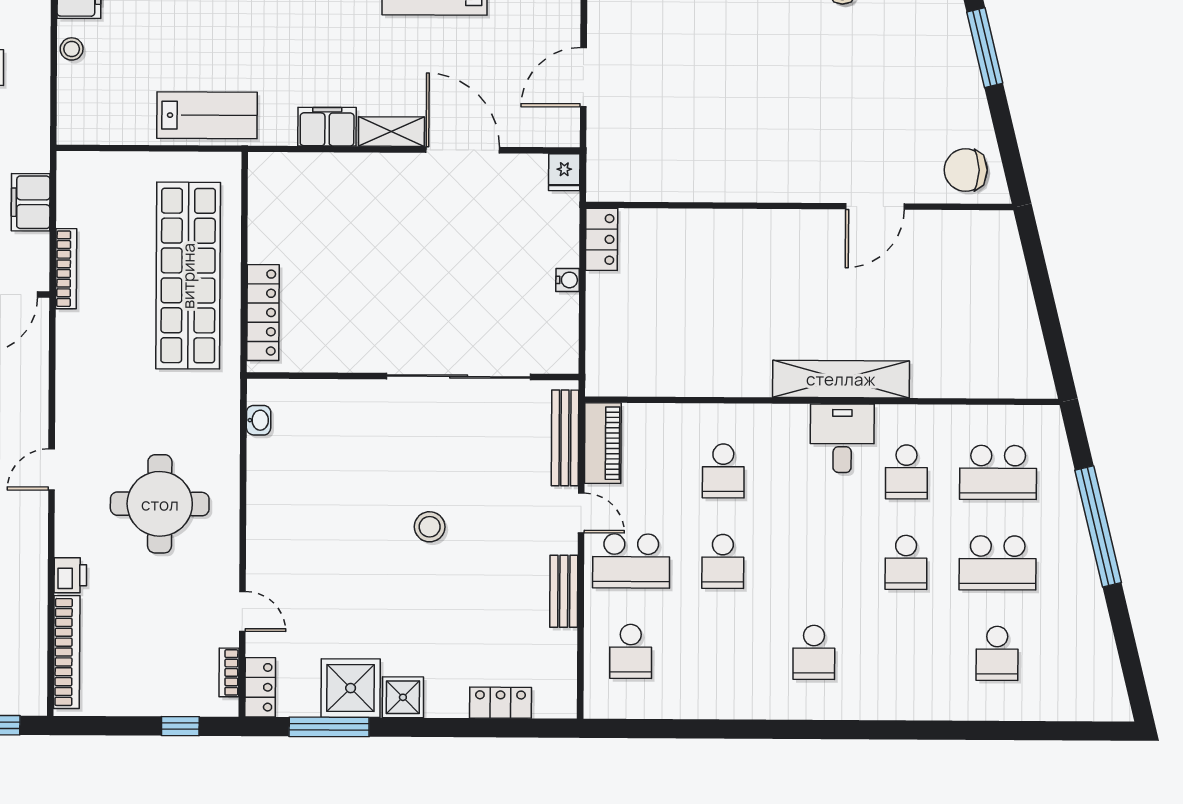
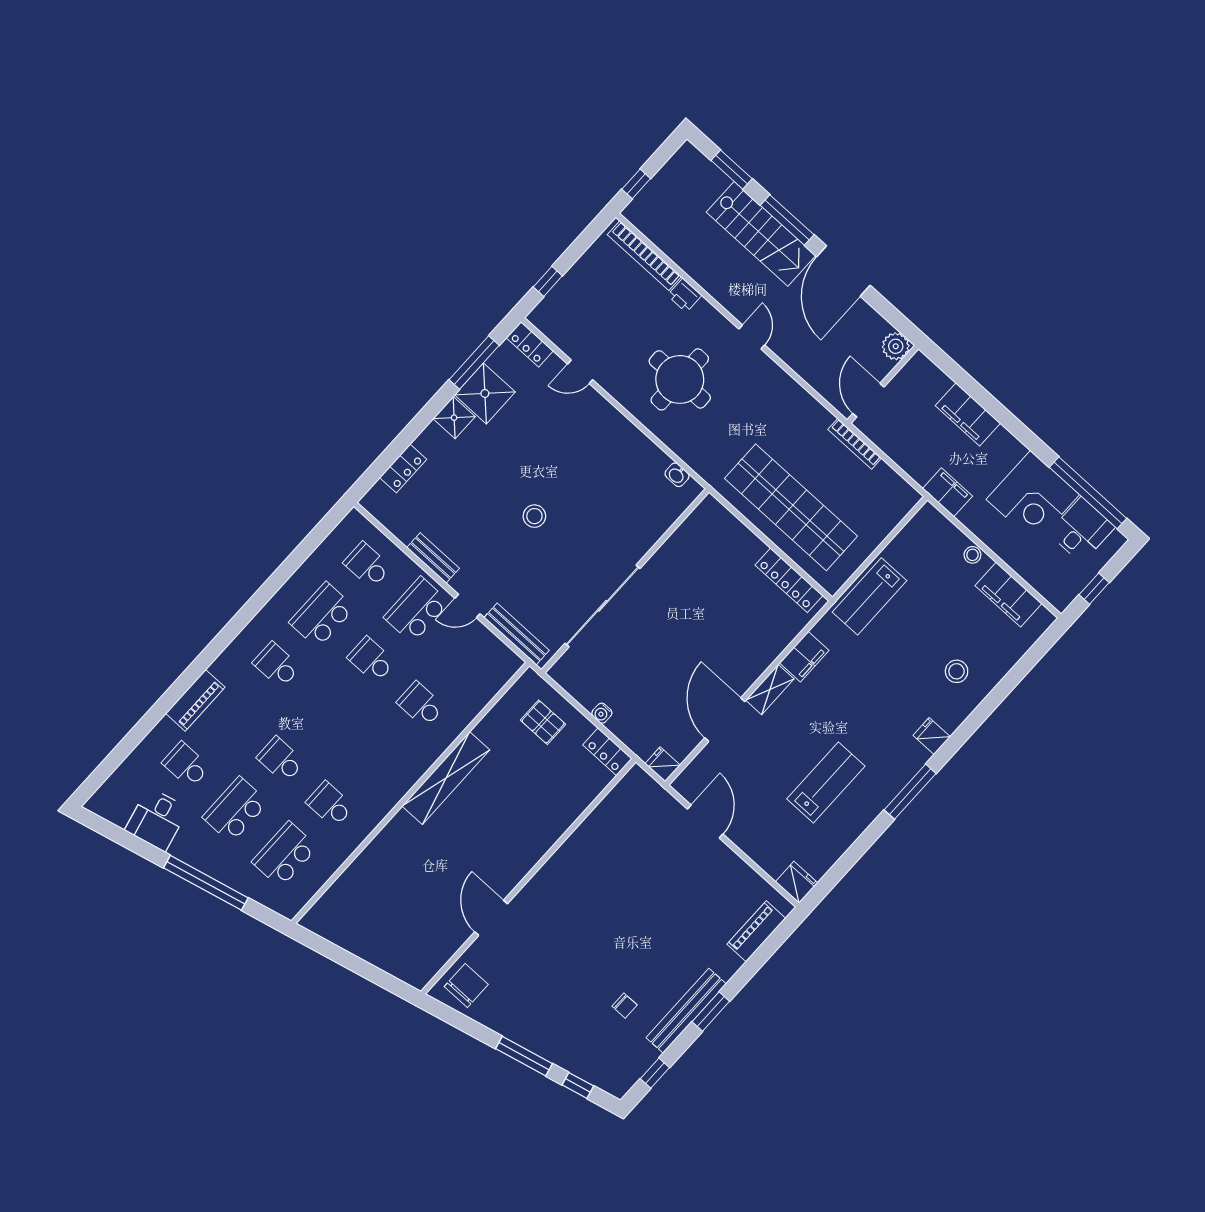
door: (463, 150) -> (725, 720), swing flipped
filing cabinet: (31, 202) -> (948, 492), moved
locker: (263, 313) -> (789, 580), moved
pallet: (630, 331) -> (543, 722), added
shelving: (841, 379) -> (446, 778), moved
desk: (842, 438) -> (157, 819), moved, turned 76
piano: (603, 443) -> (195, 700), moved, turned -90
school desk: (722, 652) -> (322, 615), added
bookcase: (229, 672) -> (553, 334), removed

